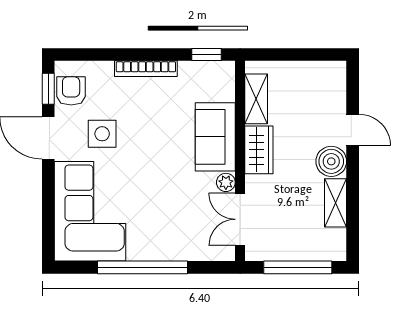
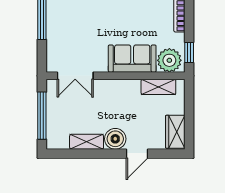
wardrobe: (259, 150) -> (175, 132), moved, turned 90
plant: (226, 182) -> (169, 60), moved, width x1.87, depth x1.87
double door: (240, 219) -> (75, 76), swing flipped

